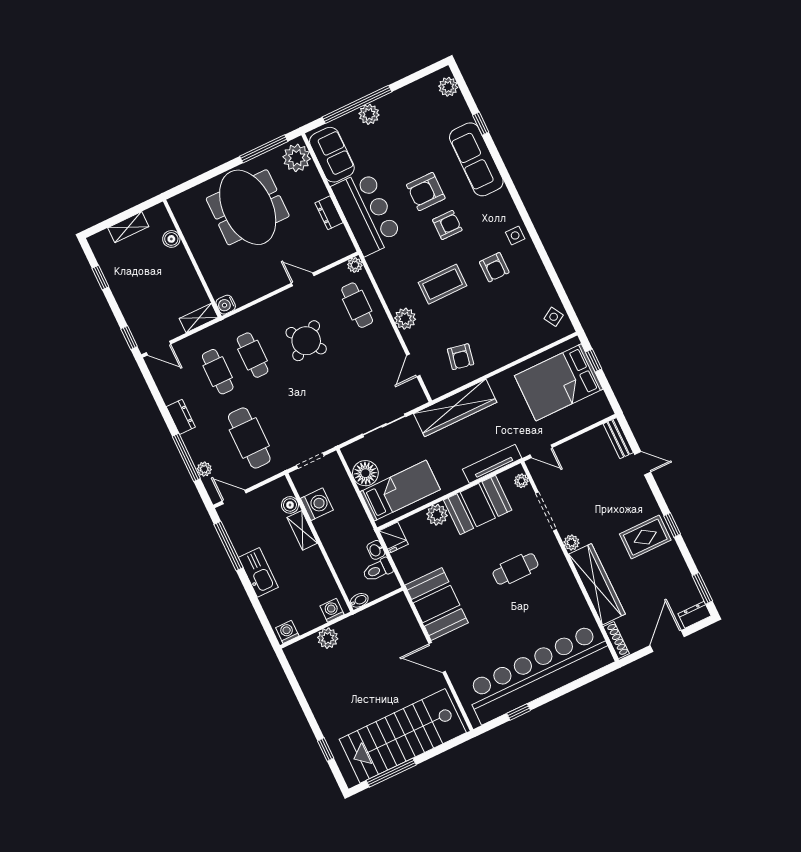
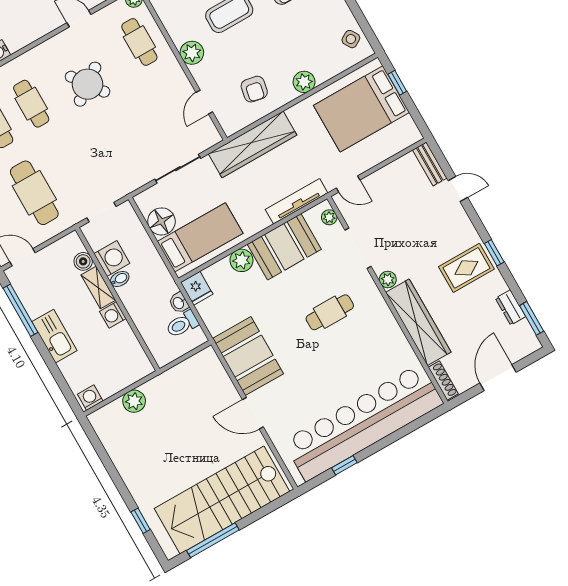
plant: (507, 353) -> (304, 82), added
bidet: (359, 600) -> (120, 279), moved
washing machine: (332, 610) -> (113, 315), moved, turned -90
dresser: (695, 615) -> (511, 308), moved, turned -90

